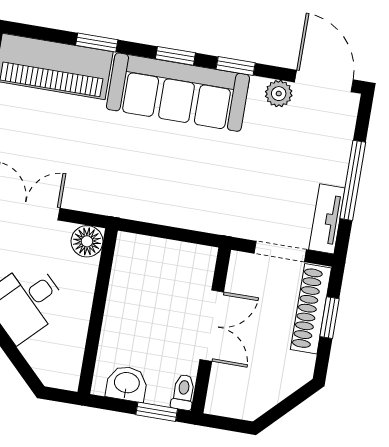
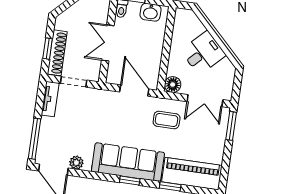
window: (236, 66) -> (99, 176), removed
coffee table: (101, 172) -> (167, 120), added
window: (353, 180) -> (35, 139), moved
door: (162, 232) -> (134, 91), added

